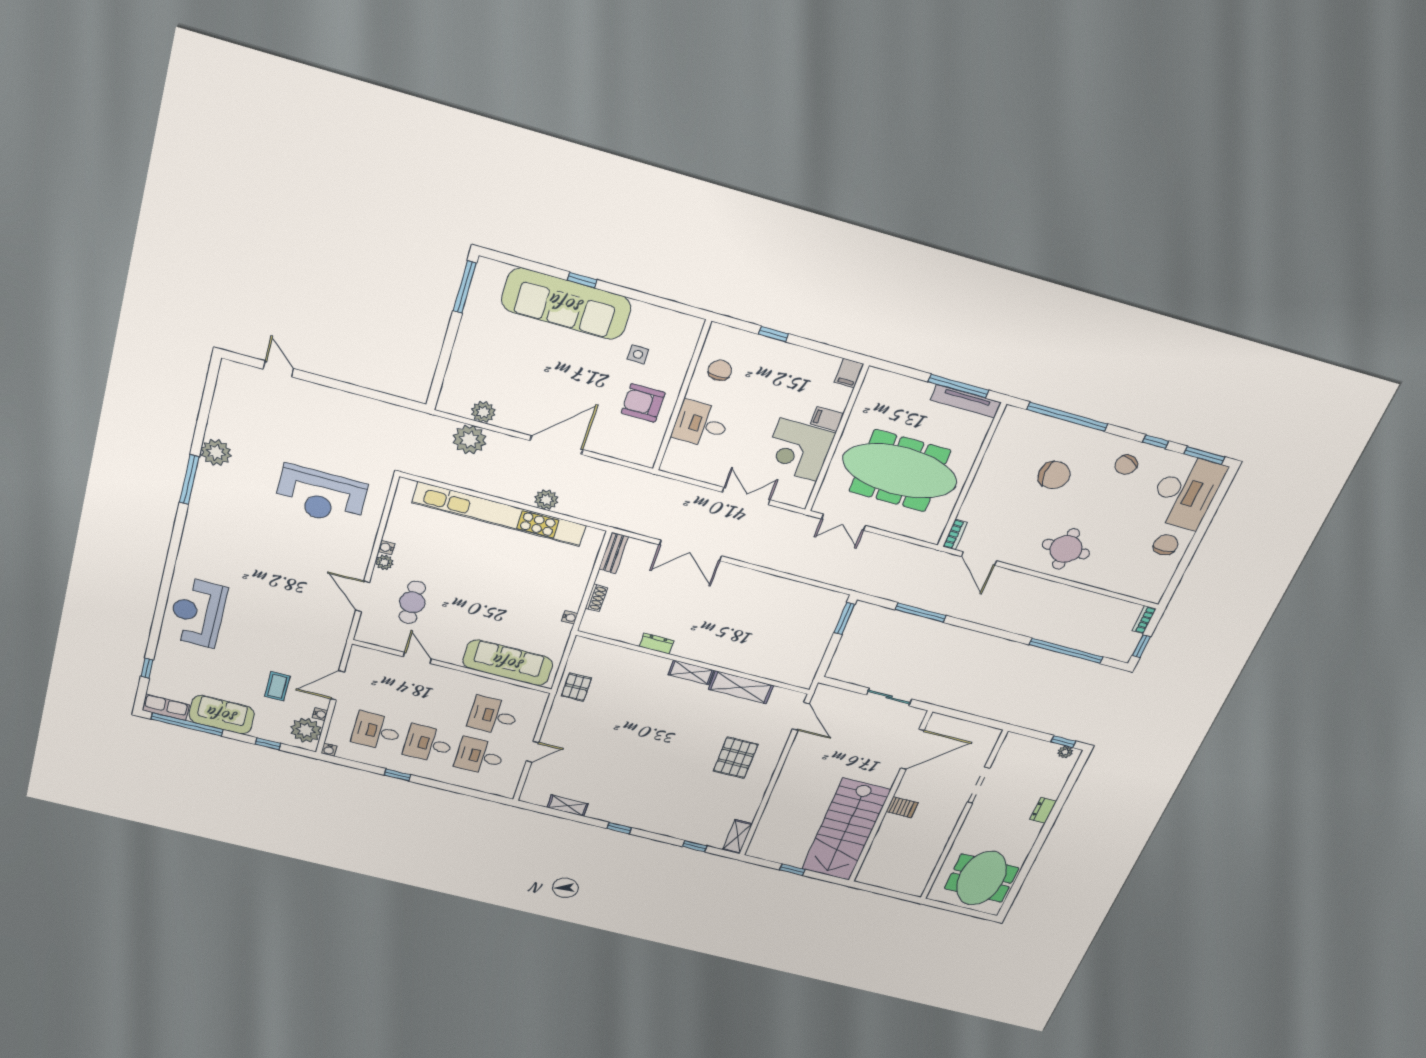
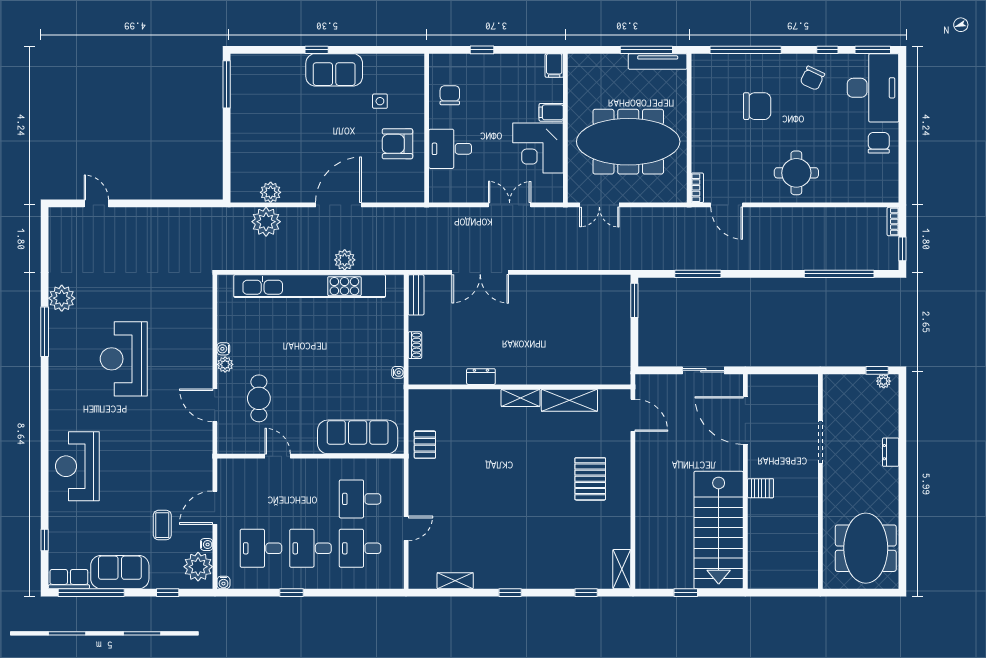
sofa: (566, 304) -> (334, 70), width x0.54, depth x0.79
reception desk: (321, 495) -> (124, 359), moved, turned 90
door: (912, 749) -> (745, 421), swing flipped

